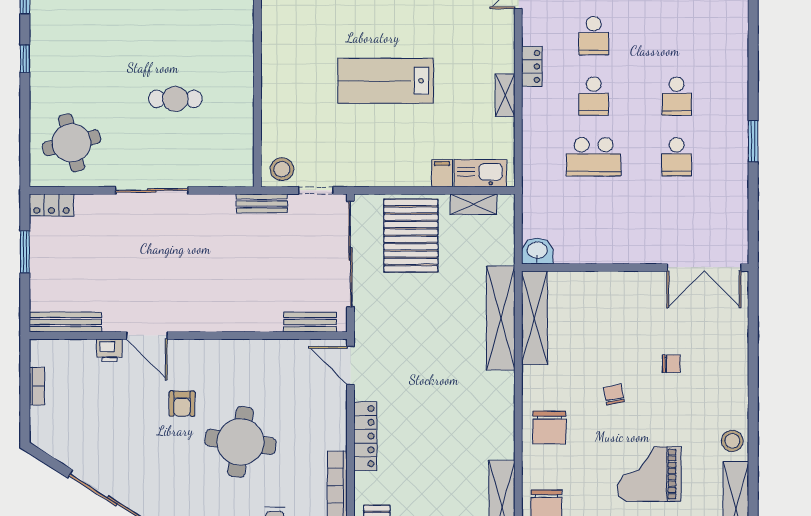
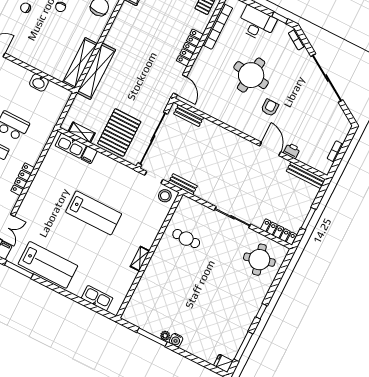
locker: (532, 66) -> (23, 179), width x1.53
shelving: (505, 95) -> (140, 259), moved
cafe table: (175, 99) -> (186, 239), moved
locker: (51, 205) -> (279, 232), width x1.53
washbasin: (537, 251) -> (39, 83), moved

